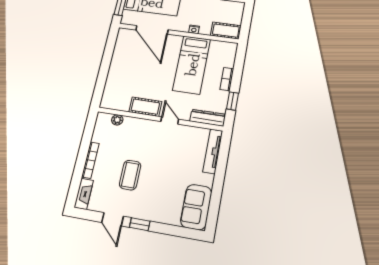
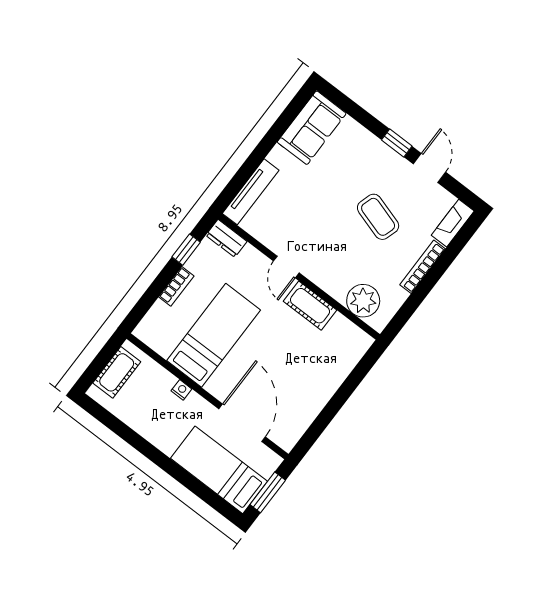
cot: (226, 31) -> (117, 372), moved, turned 90
dresser: (208, 118) -> (226, 238), width x0.70
plant: (117, 120) -> (363, 301), width x1.88, depth x1.88
coffee table: (130, 175) -> (378, 217), turned -73

